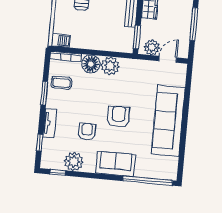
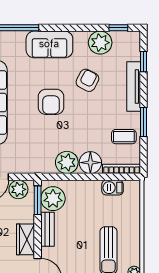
plant: (124, 37) -> (53, 199), added
barbecue: (61, 40) -> (112, 188), moved
tv unit: (50, 123) -> (134, 87), width x1.41
armchair: (87, 132) -> (87, 80), turned -152

